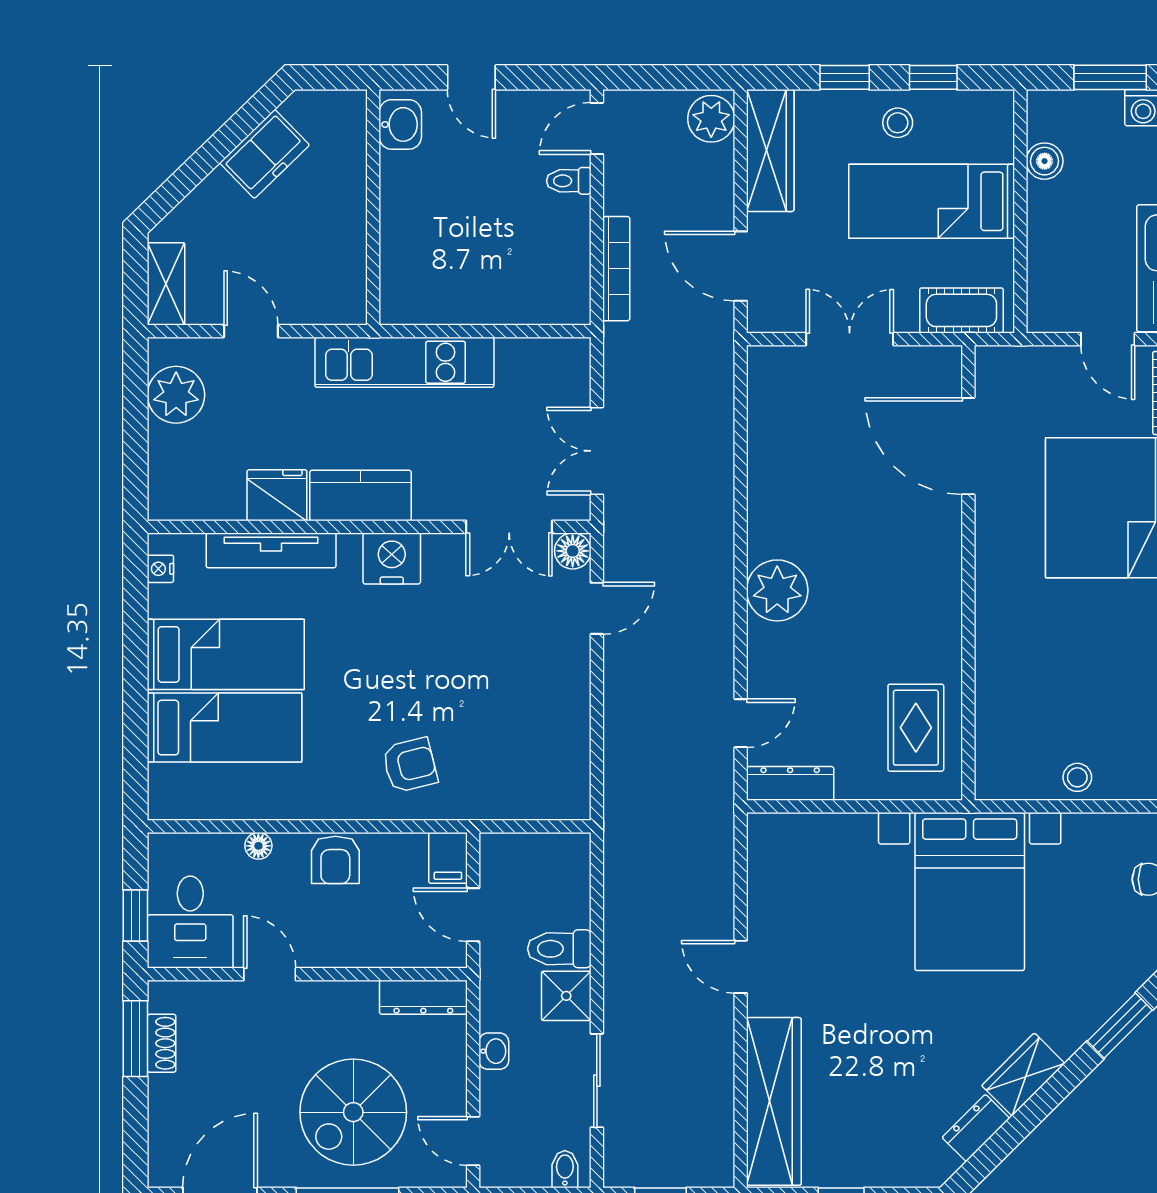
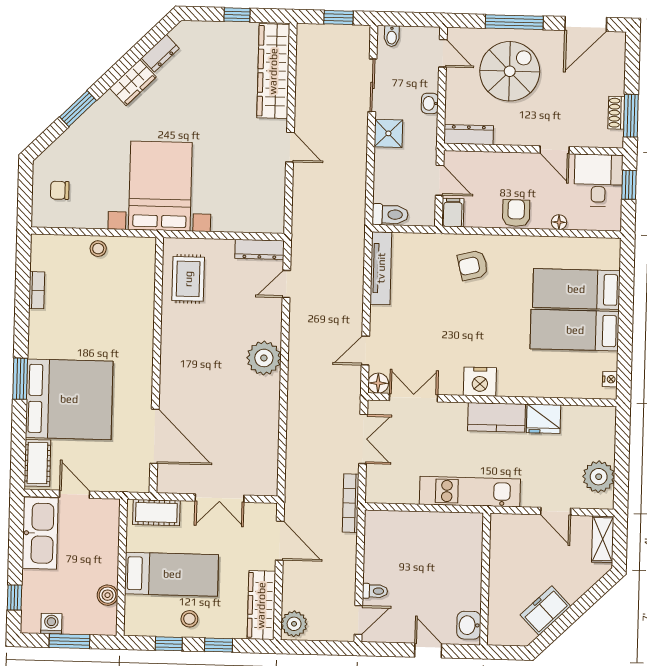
bookcase: (616, 269) -> (351, 503), moved
tv unit: (271, 550) -> (381, 268), moved, turned 90
toilet: (559, 949) -> (390, 215), moved

